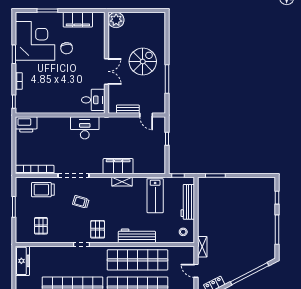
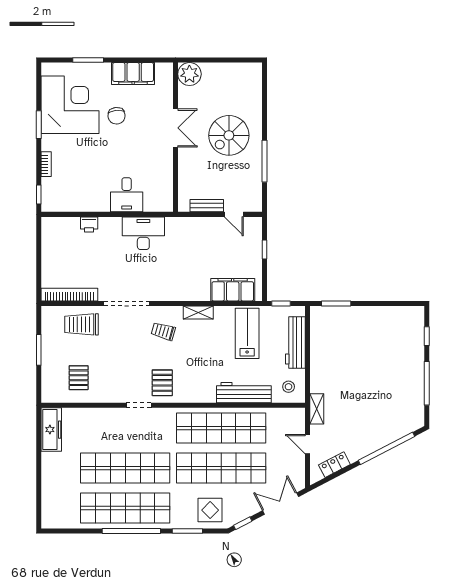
spiral stairs: (143, 62) -> (229, 135), turned 180
double door: (107, 71) -> (176, 128), moved
desk: (93, 100) -> (127, 195), moved, turned 90
printer: (26, 124) -> (89, 224), moved, width x0.53, depth x0.68
filing cabinet: (118, 166) -> (233, 290), moved
lab bench: (155, 196) -> (247, 333), turned 180
trolley: (81, 202) -> (163, 331), moved
workbench: (137, 236) -> (244, 393), moved

